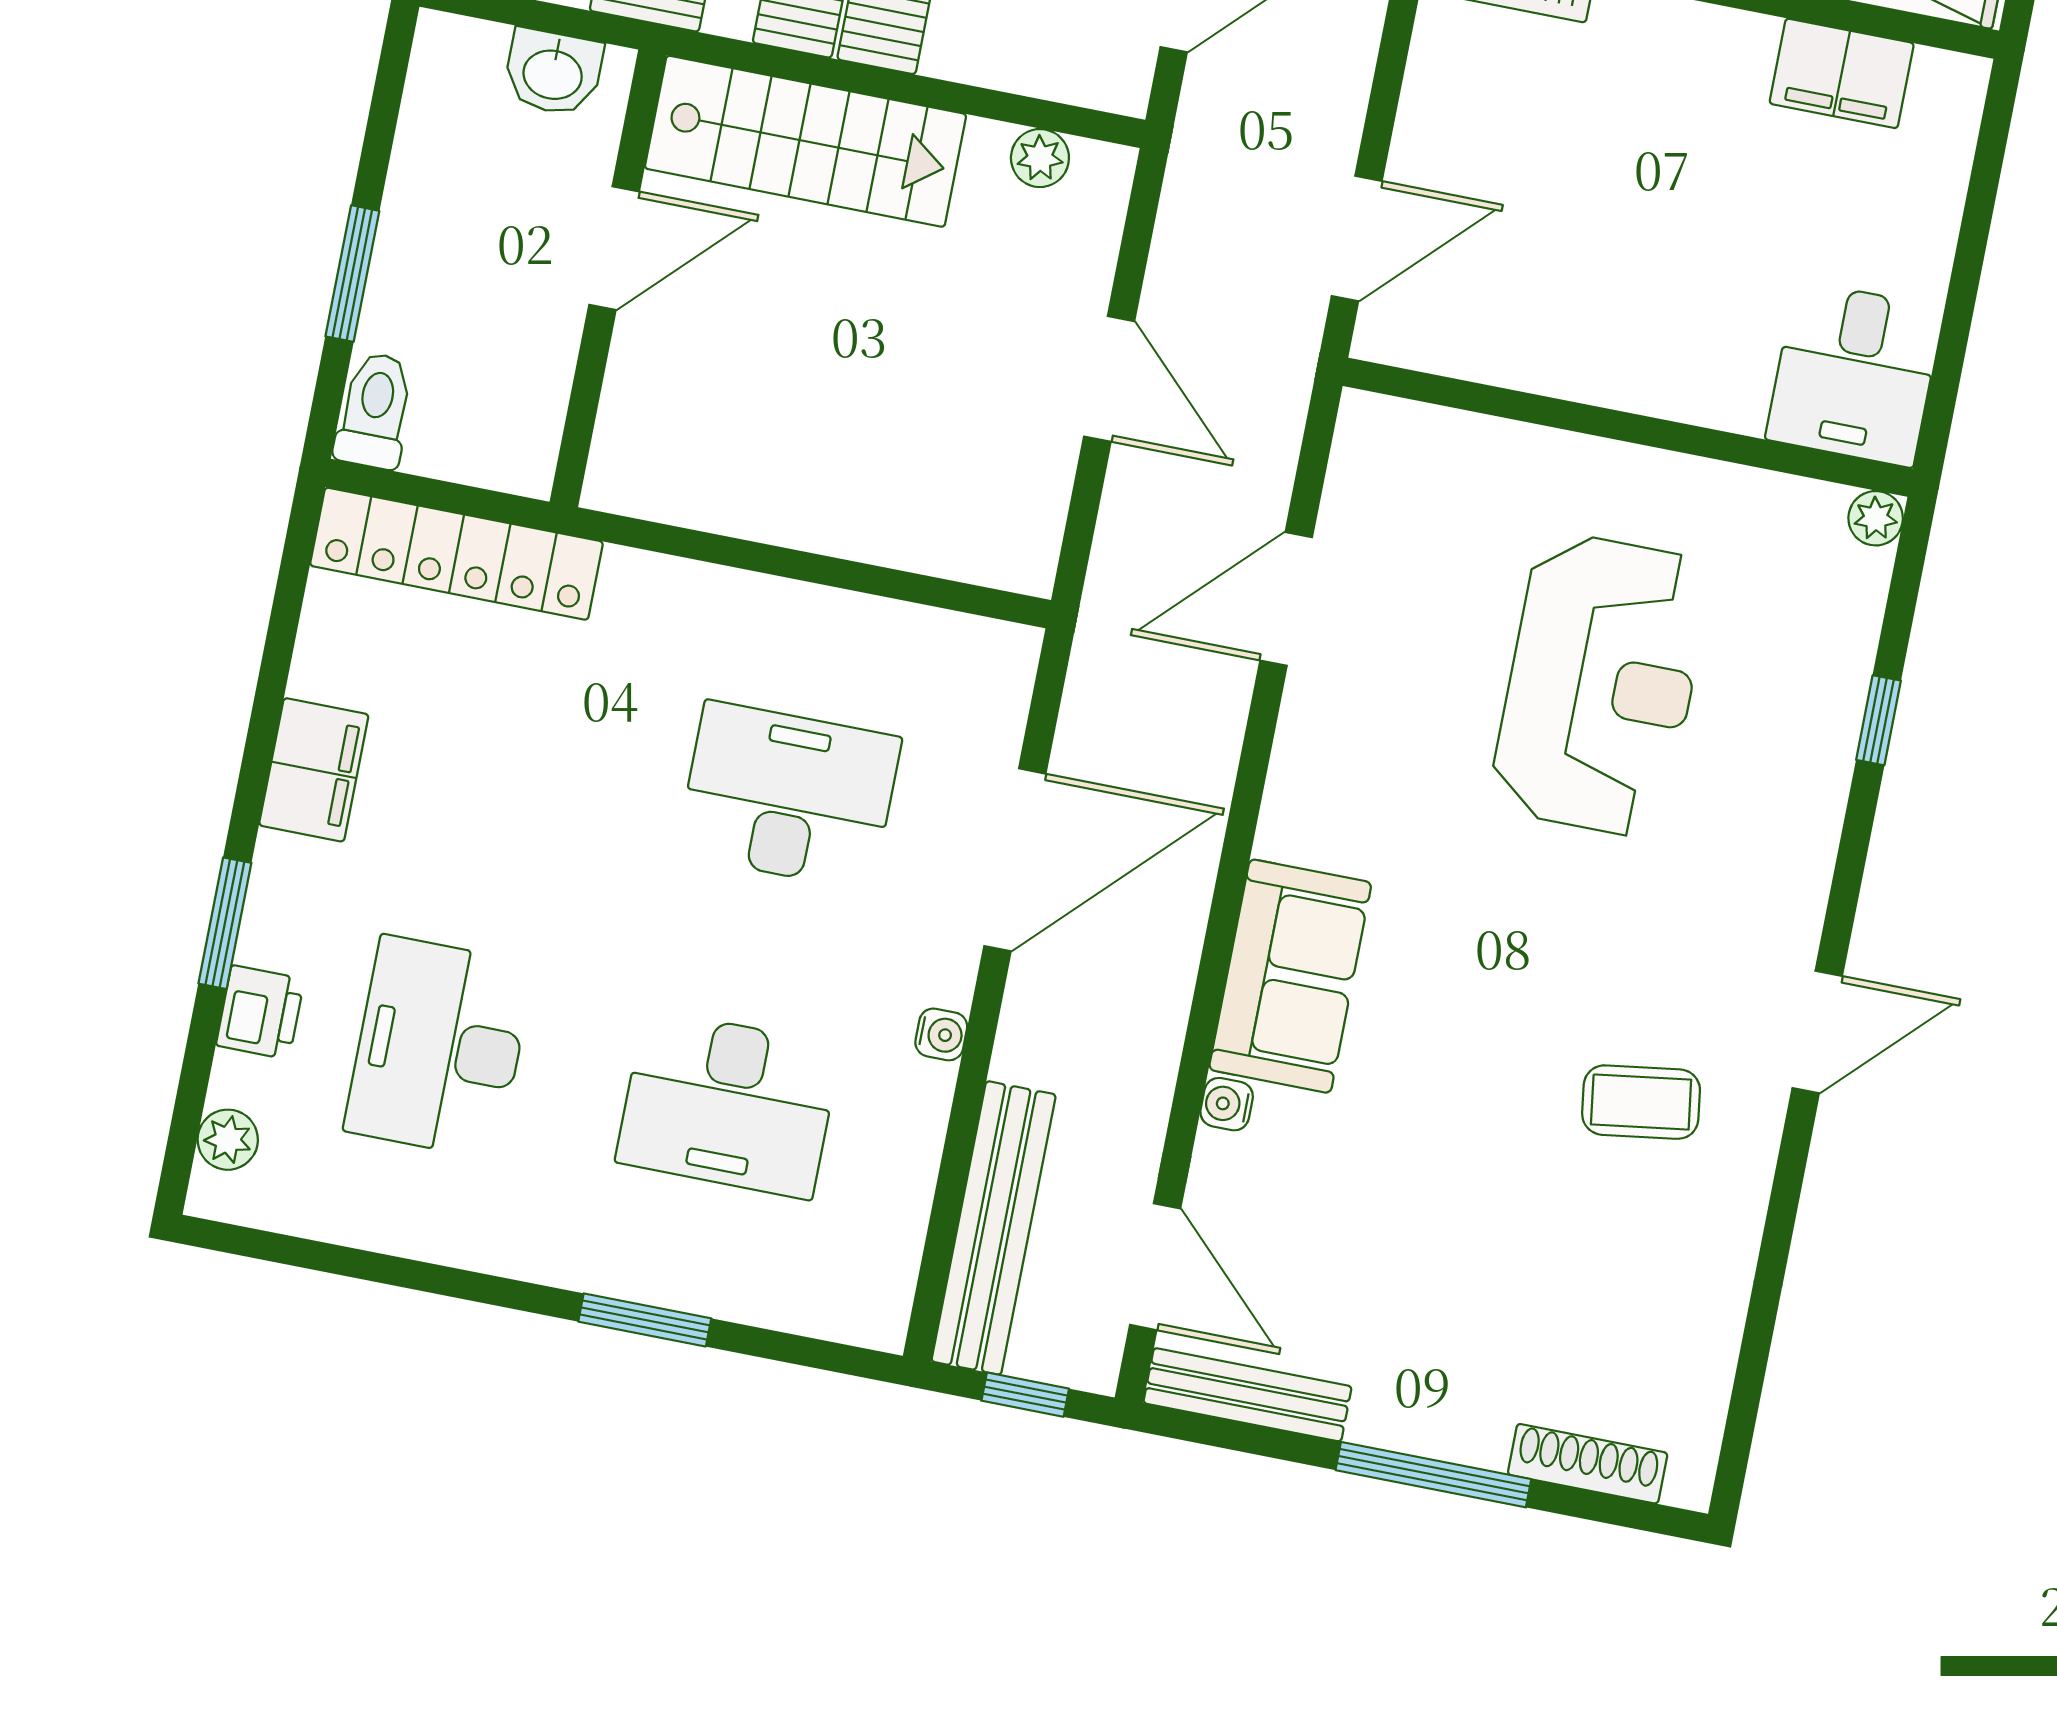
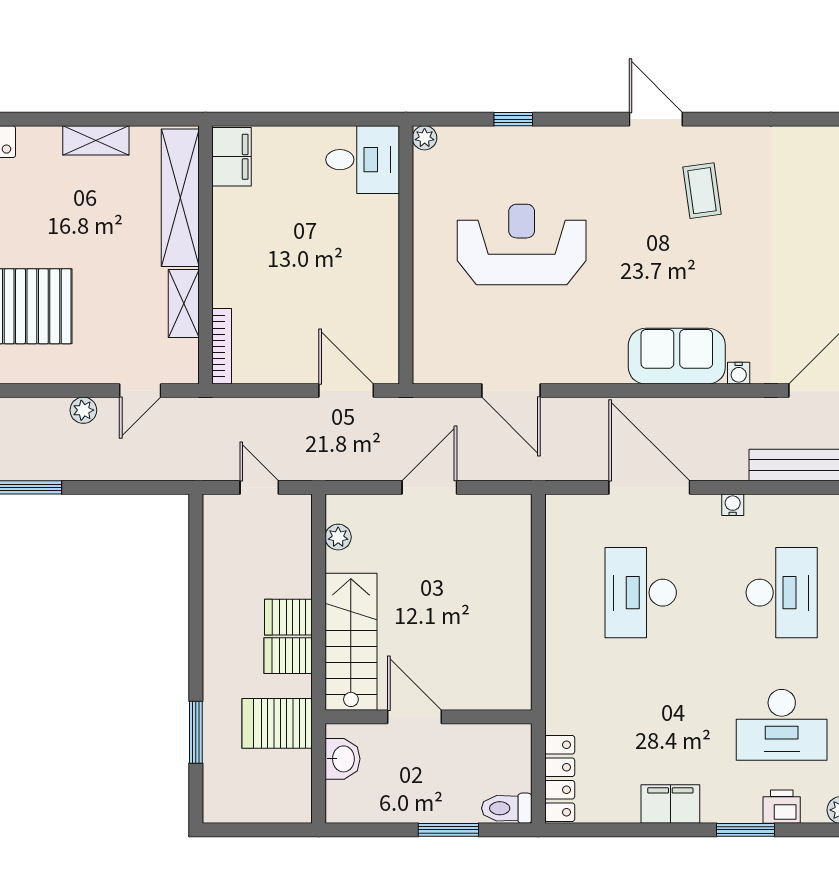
filing cabinet: (1842, 73) -> (232, 157), moved
locker: (456, 554) -> (560, 778), width x0.71, depth x0.83

